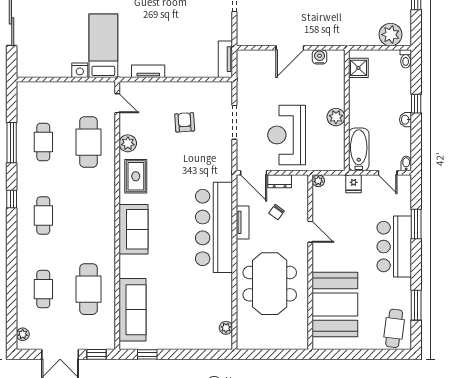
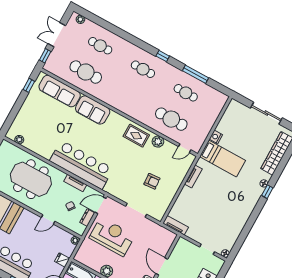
sofa: (134, 229) -> (93, 110), moved

